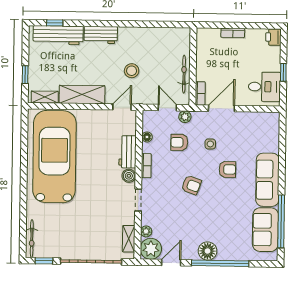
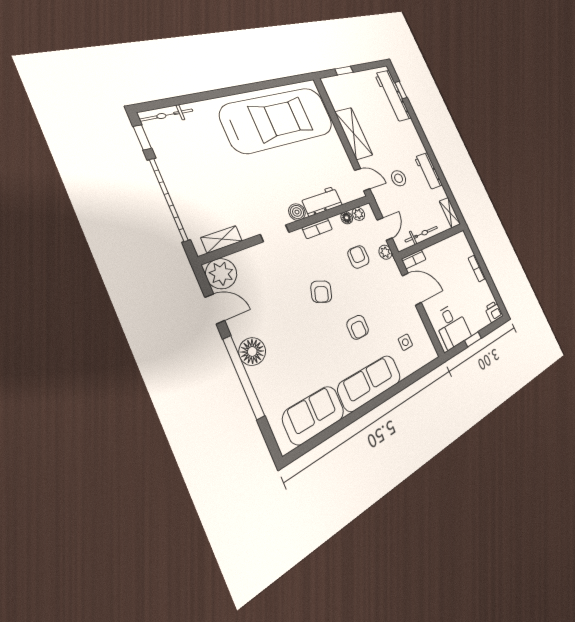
workbench: (101, 35) -> (428, 171), moved
shelving: (45, 97) -> (450, 213), moved
side table: (210, 144) -> (405, 342), moved
window: (281, 221) -> (333, 430), removed
plant: (146, 231) -> (358, 214), moved

